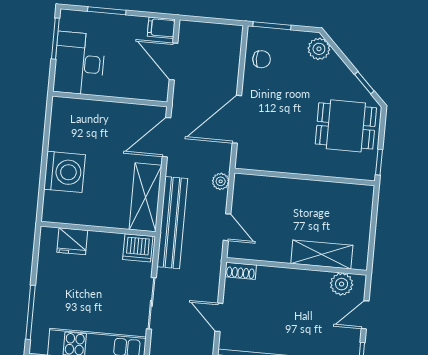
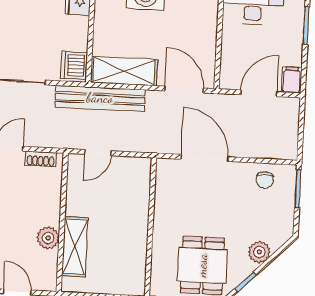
plant: (319, 49) -> (259, 252), moved
plant: (221, 181) -> (143, 144), removed
shoe rack: (241, 271) -> (41, 159), moved, turned -90
plant: (342, 284) -> (48, 238), moved

